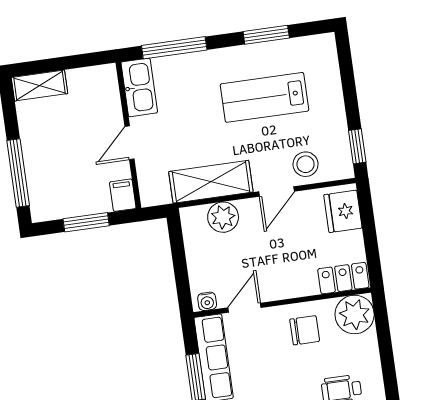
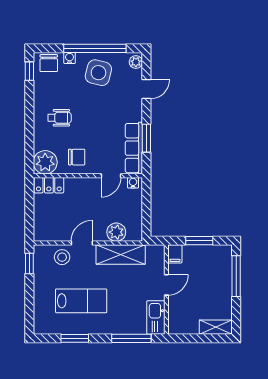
fridge: (343, 211) -> (43, 225), removed
chair: (305, 330) -> (77, 157), turned 180

